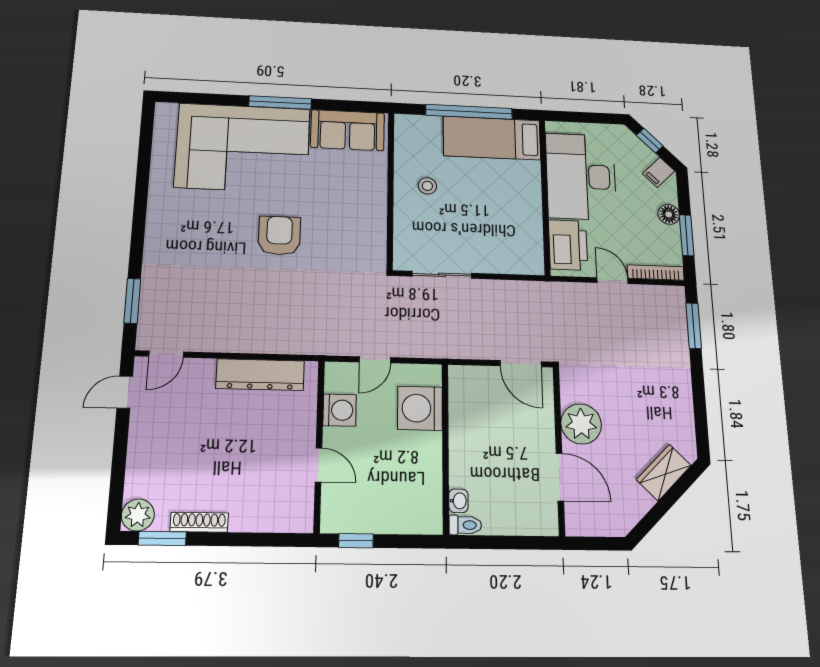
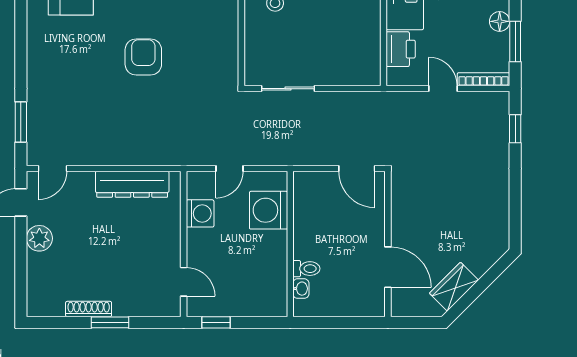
printer: (568, 245) -> (401, 49), width x0.73, depth x0.84
window: (694, 326) -> (515, 129), width x0.67
plant: (581, 424) -> (408, 221), removed
door: (319, 465) -> (184, 282), moved
wardrobe: (664, 473) -> (454, 287), moved
plant: (138, 515) -> (39, 238), moved
toilet: (465, 525) -> (306, 269), moved
window: (162, 538) -> (110, 322), moved

